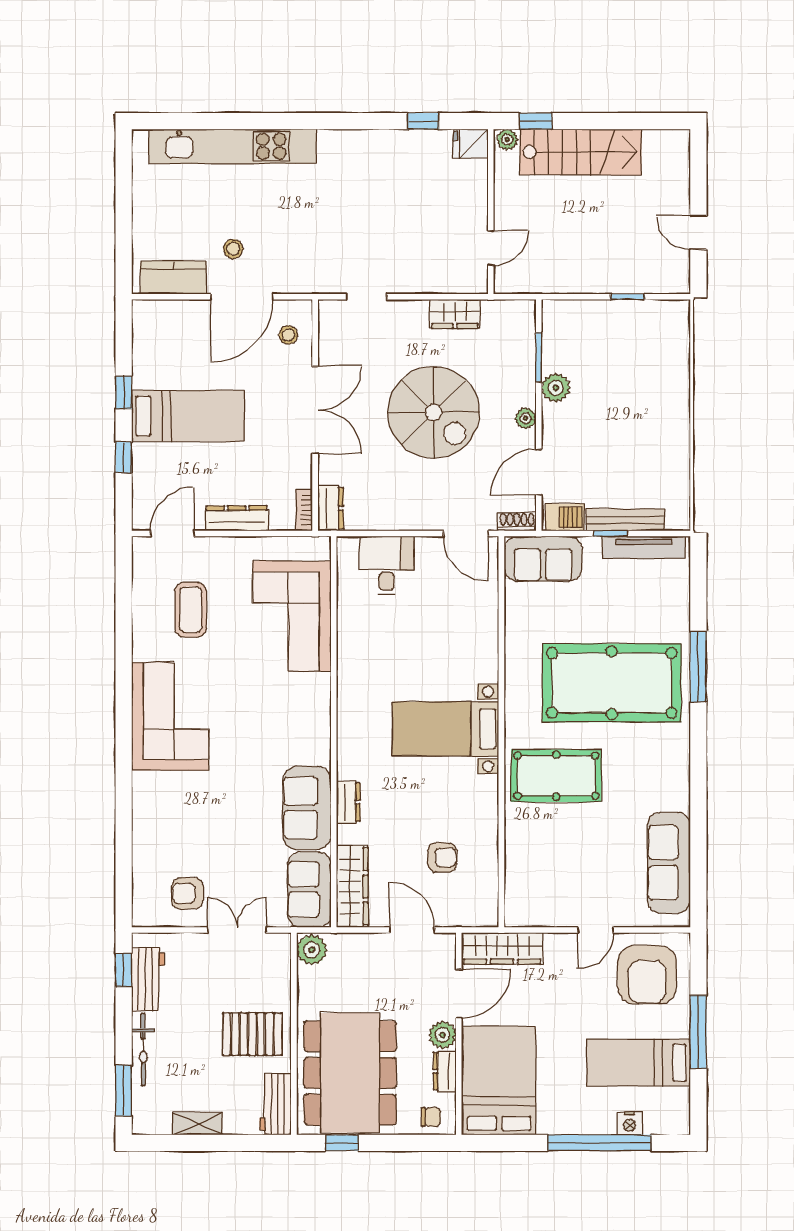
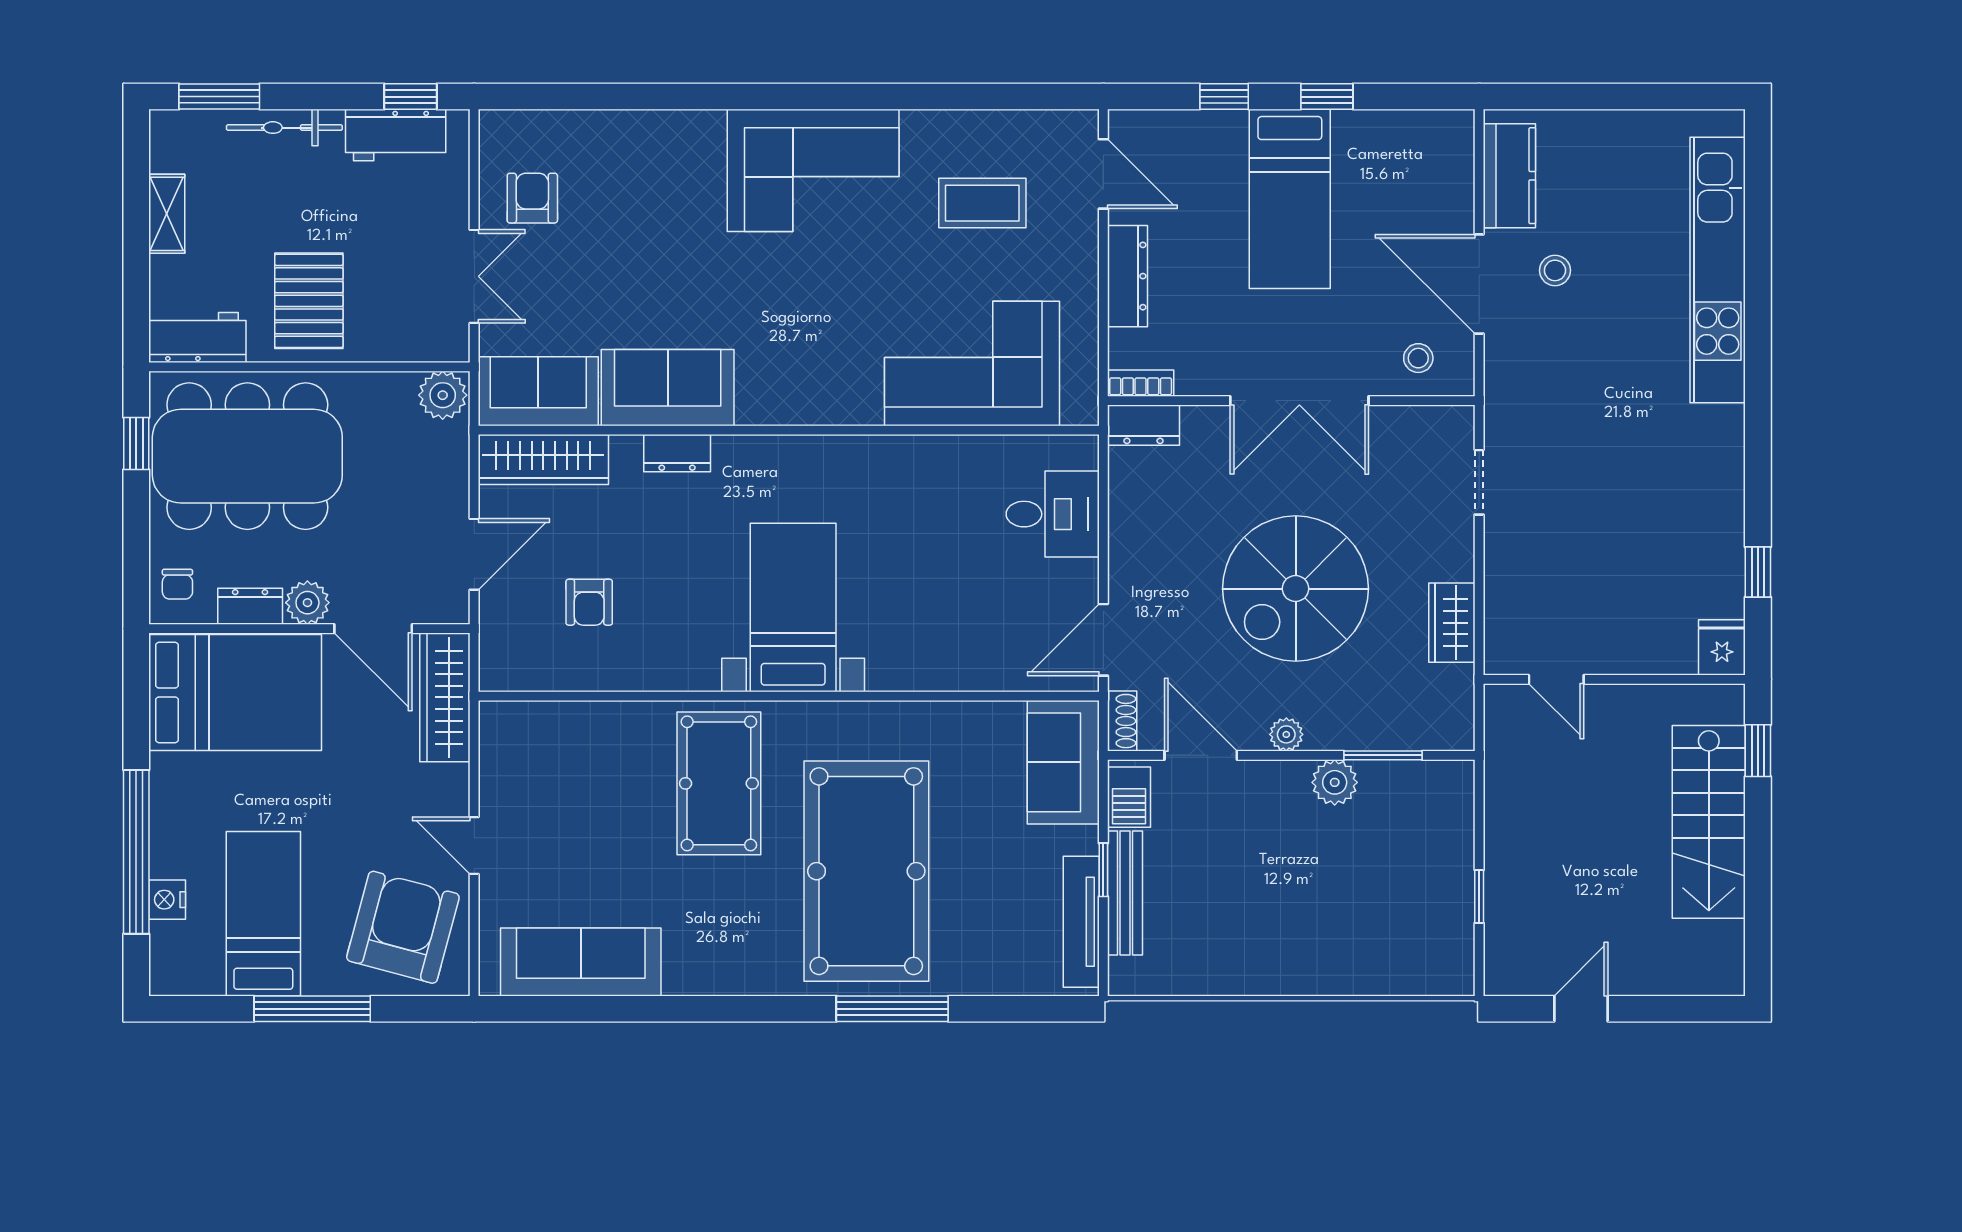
plant: (507, 139) -> (1729, 705), removed
armchair: (647, 975) -> (403, 927), turned 105

